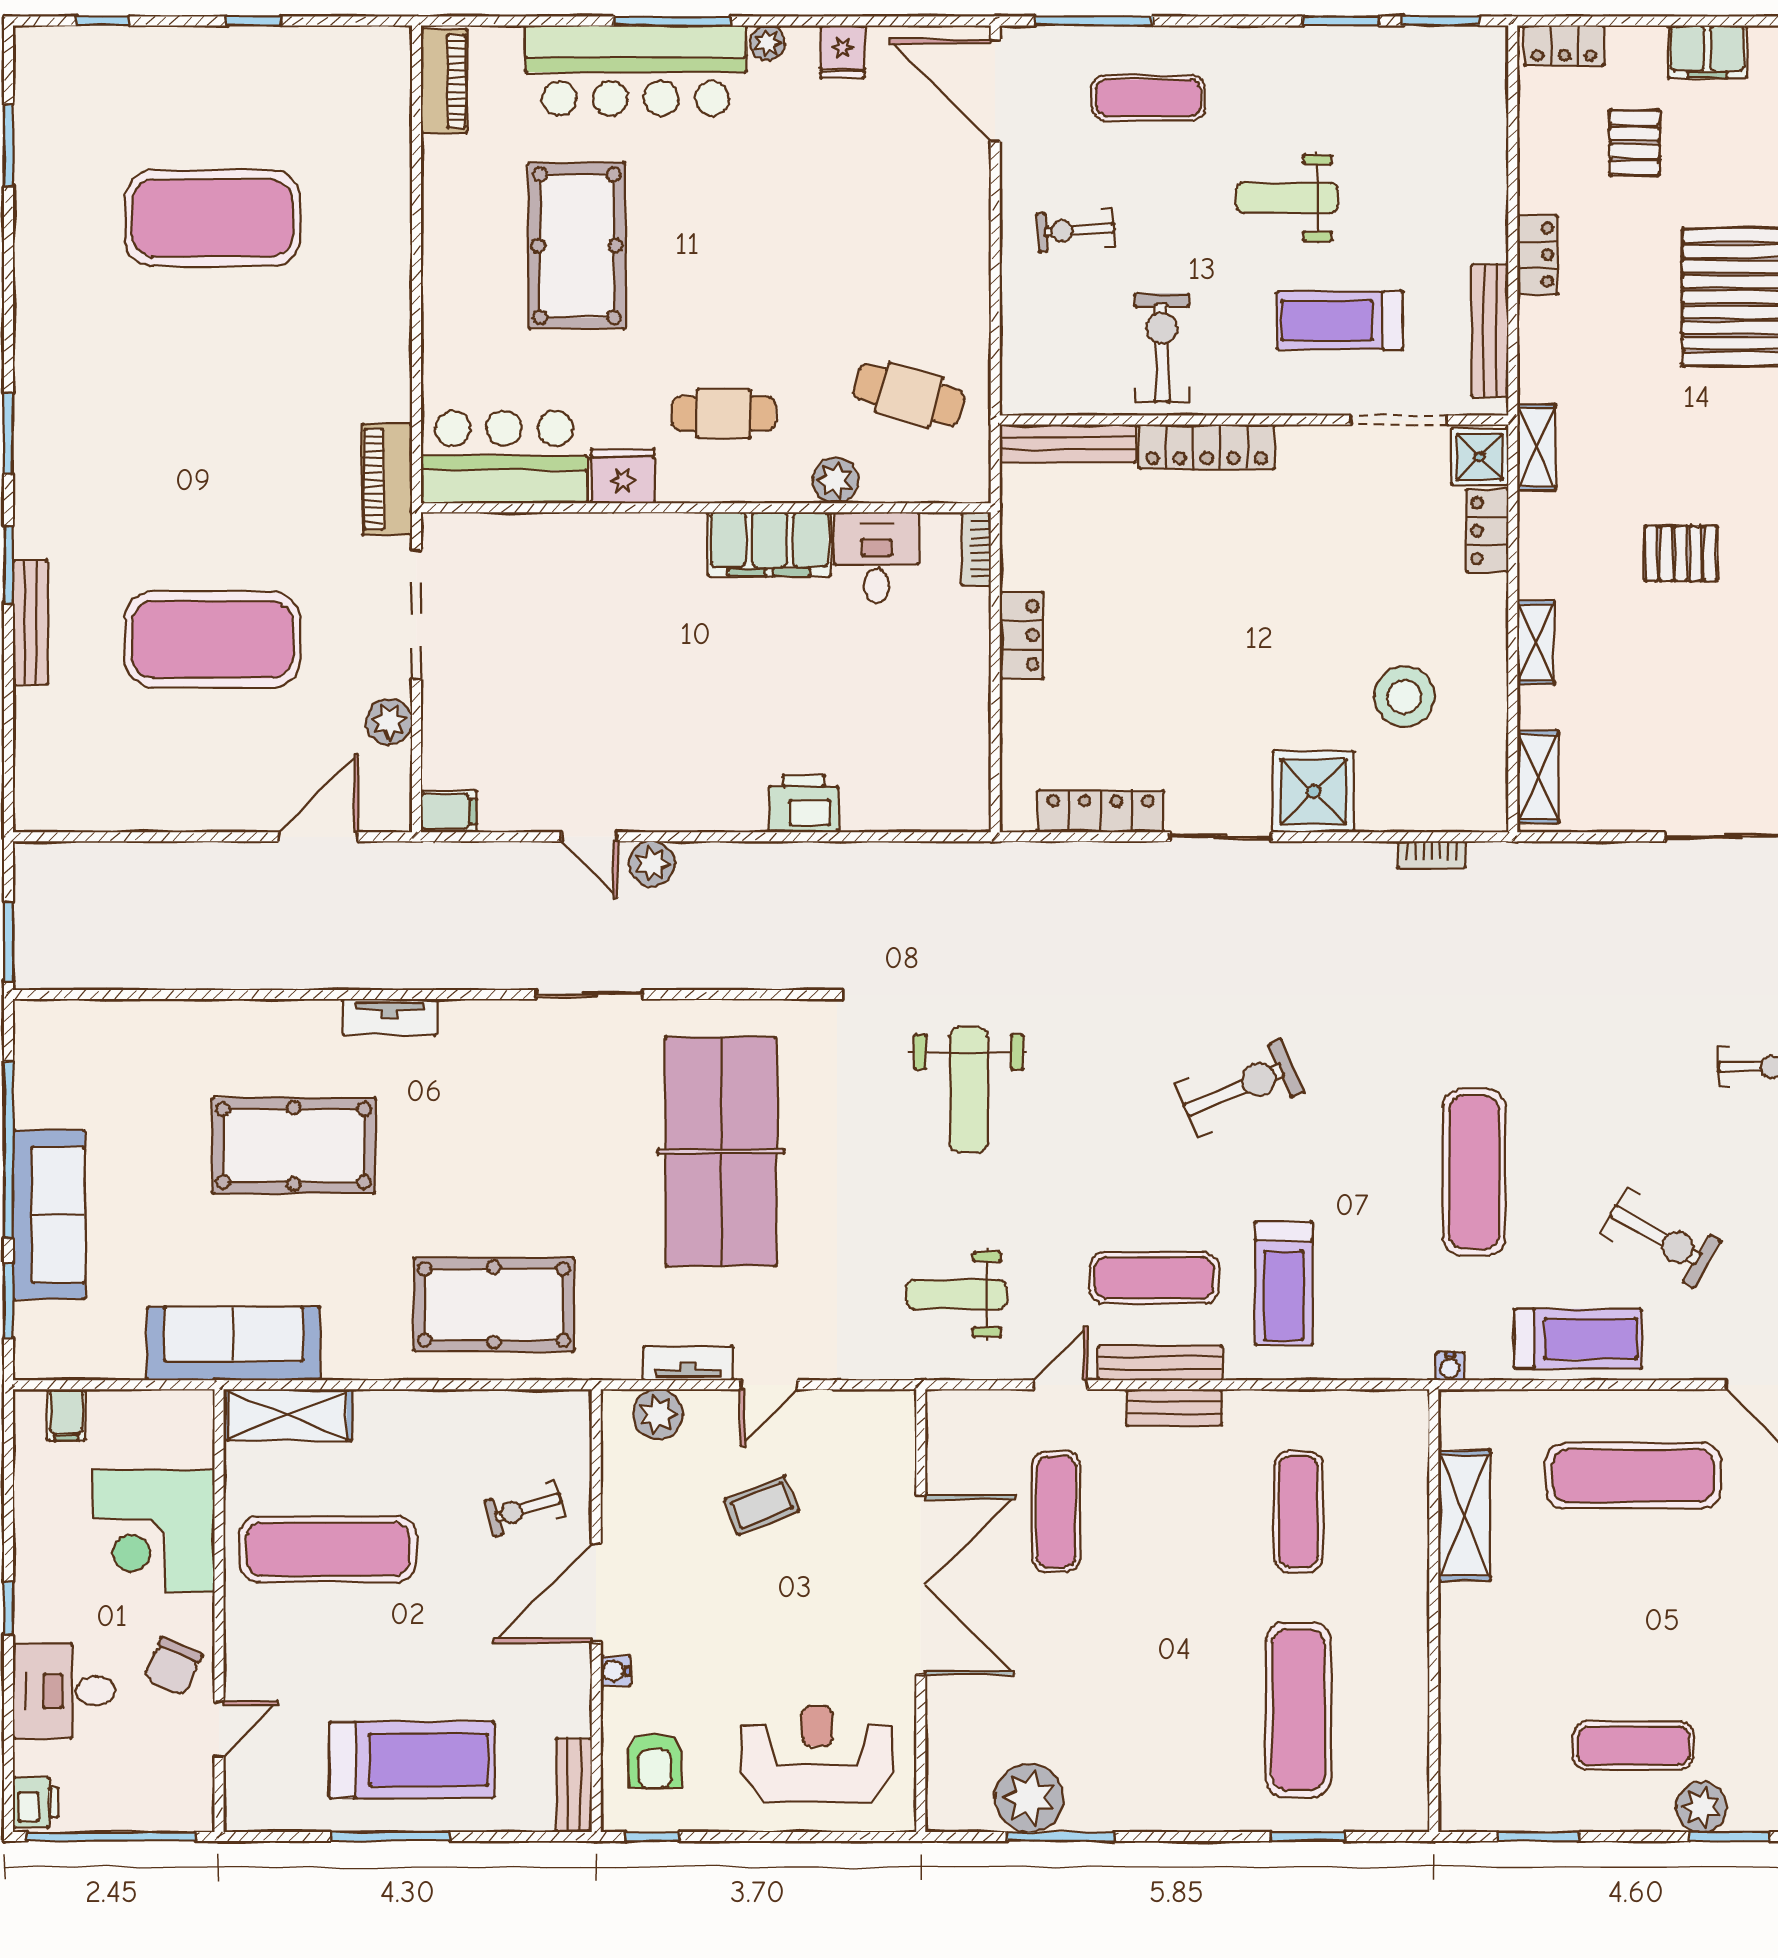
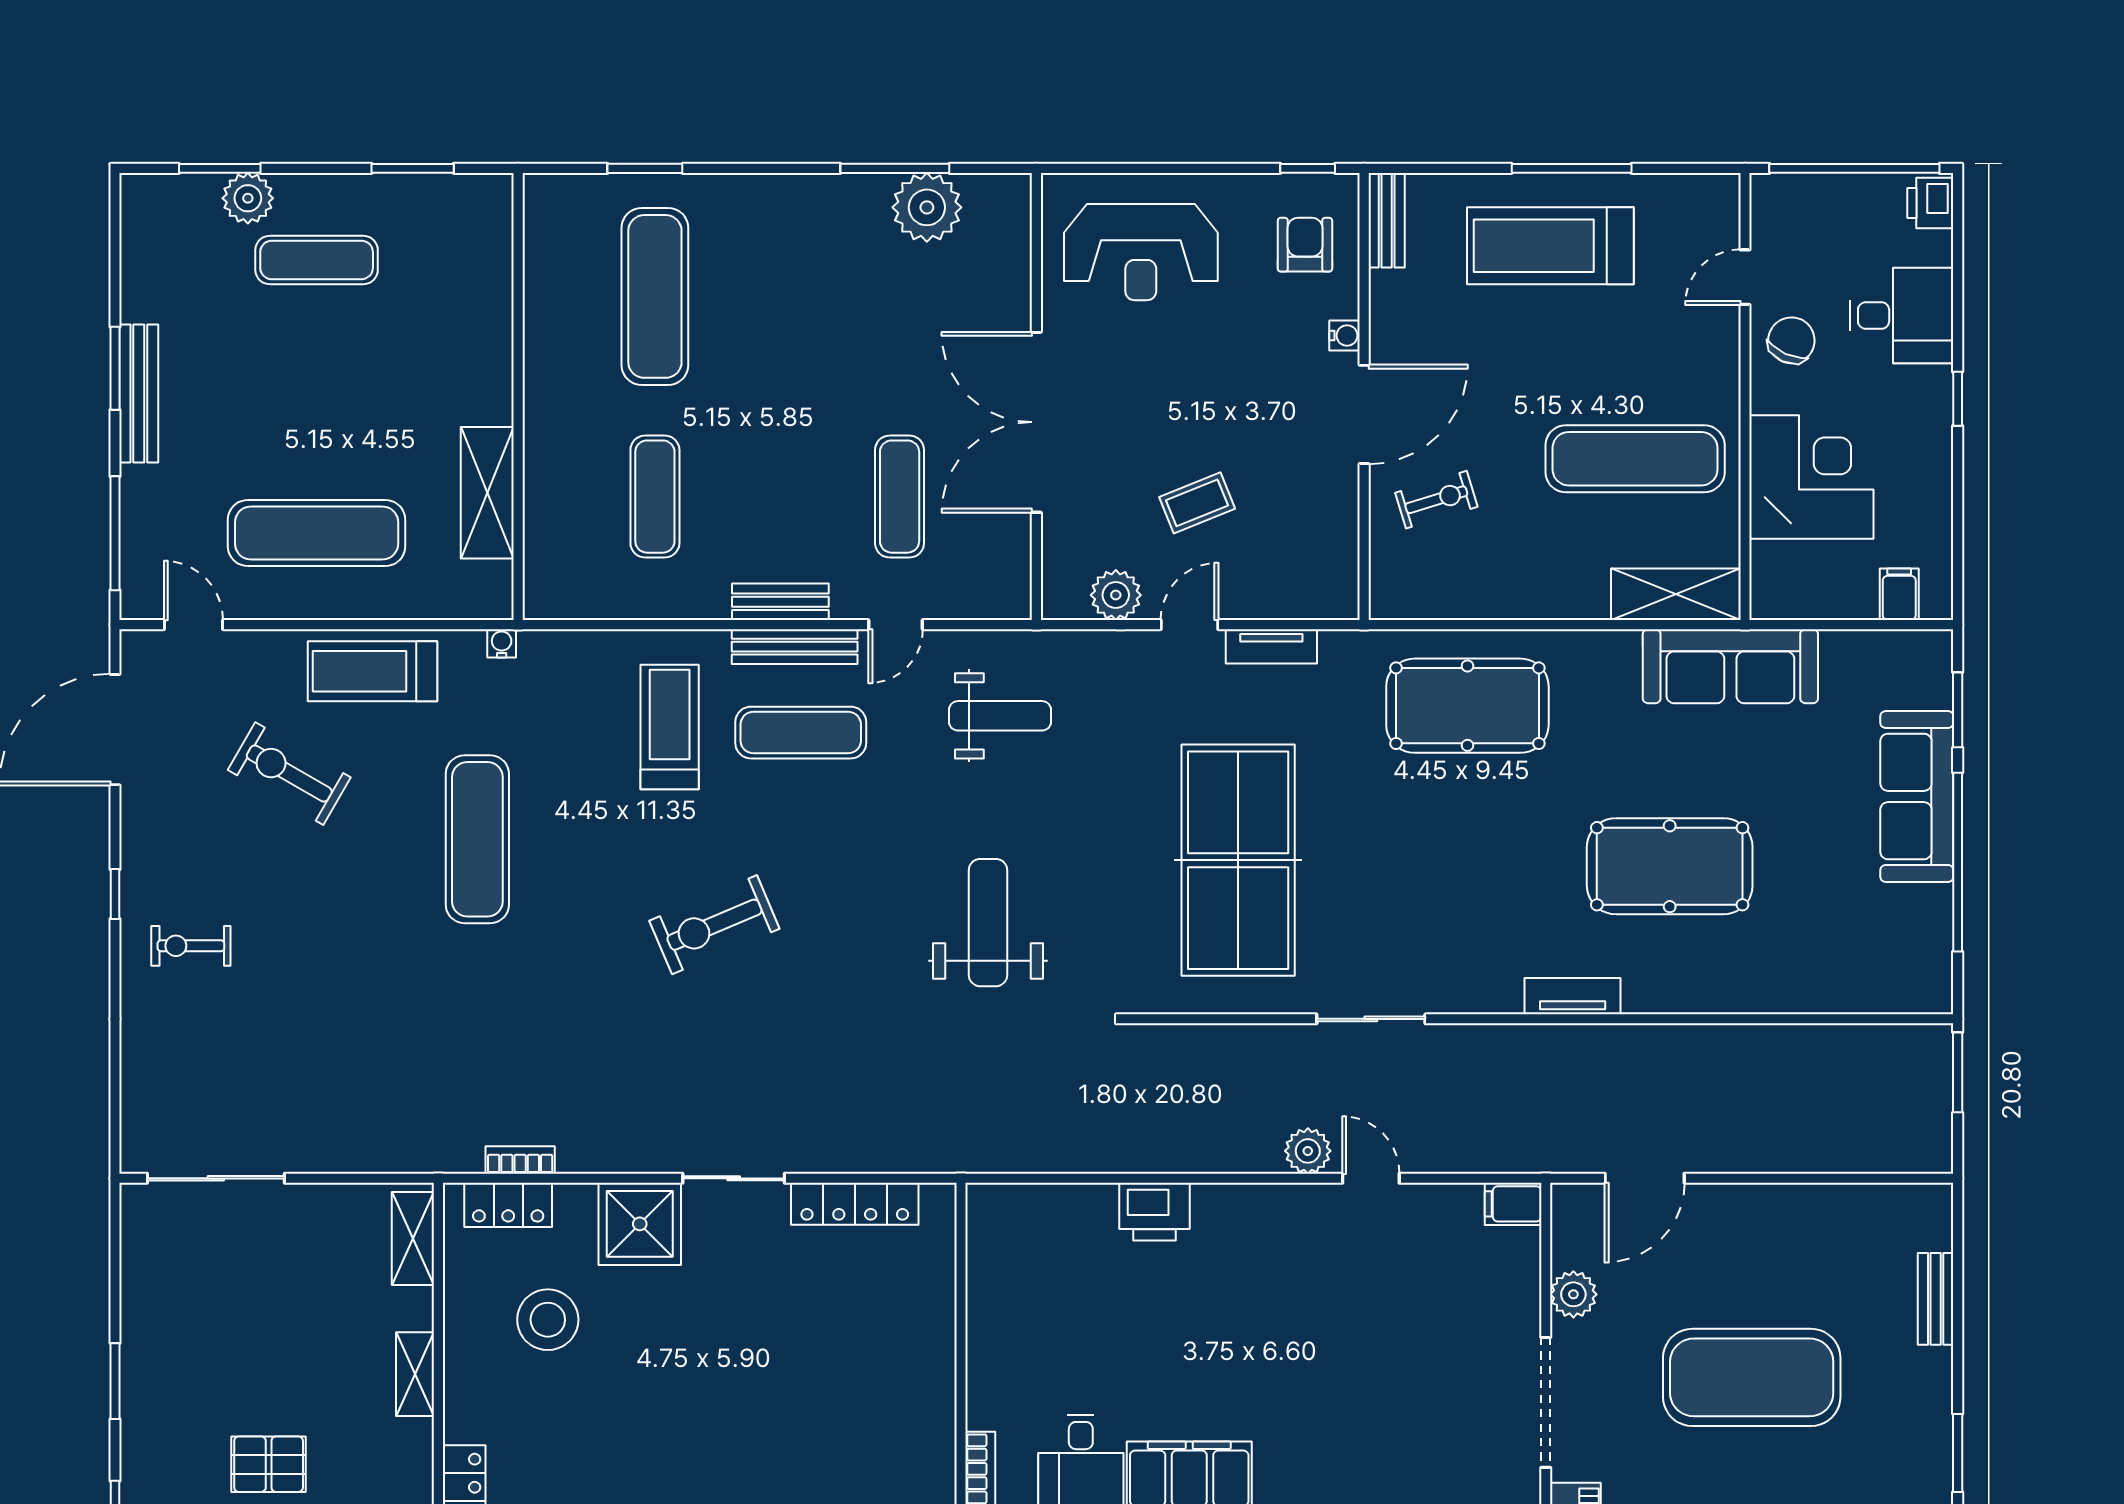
bench: (30, 622) -> (1936, 1299), moved, width x0.73
locker: (1022, 635) -> (508, 1205), moved, turned -90
plant: (658, 1414) -> (1116, 595), moved

